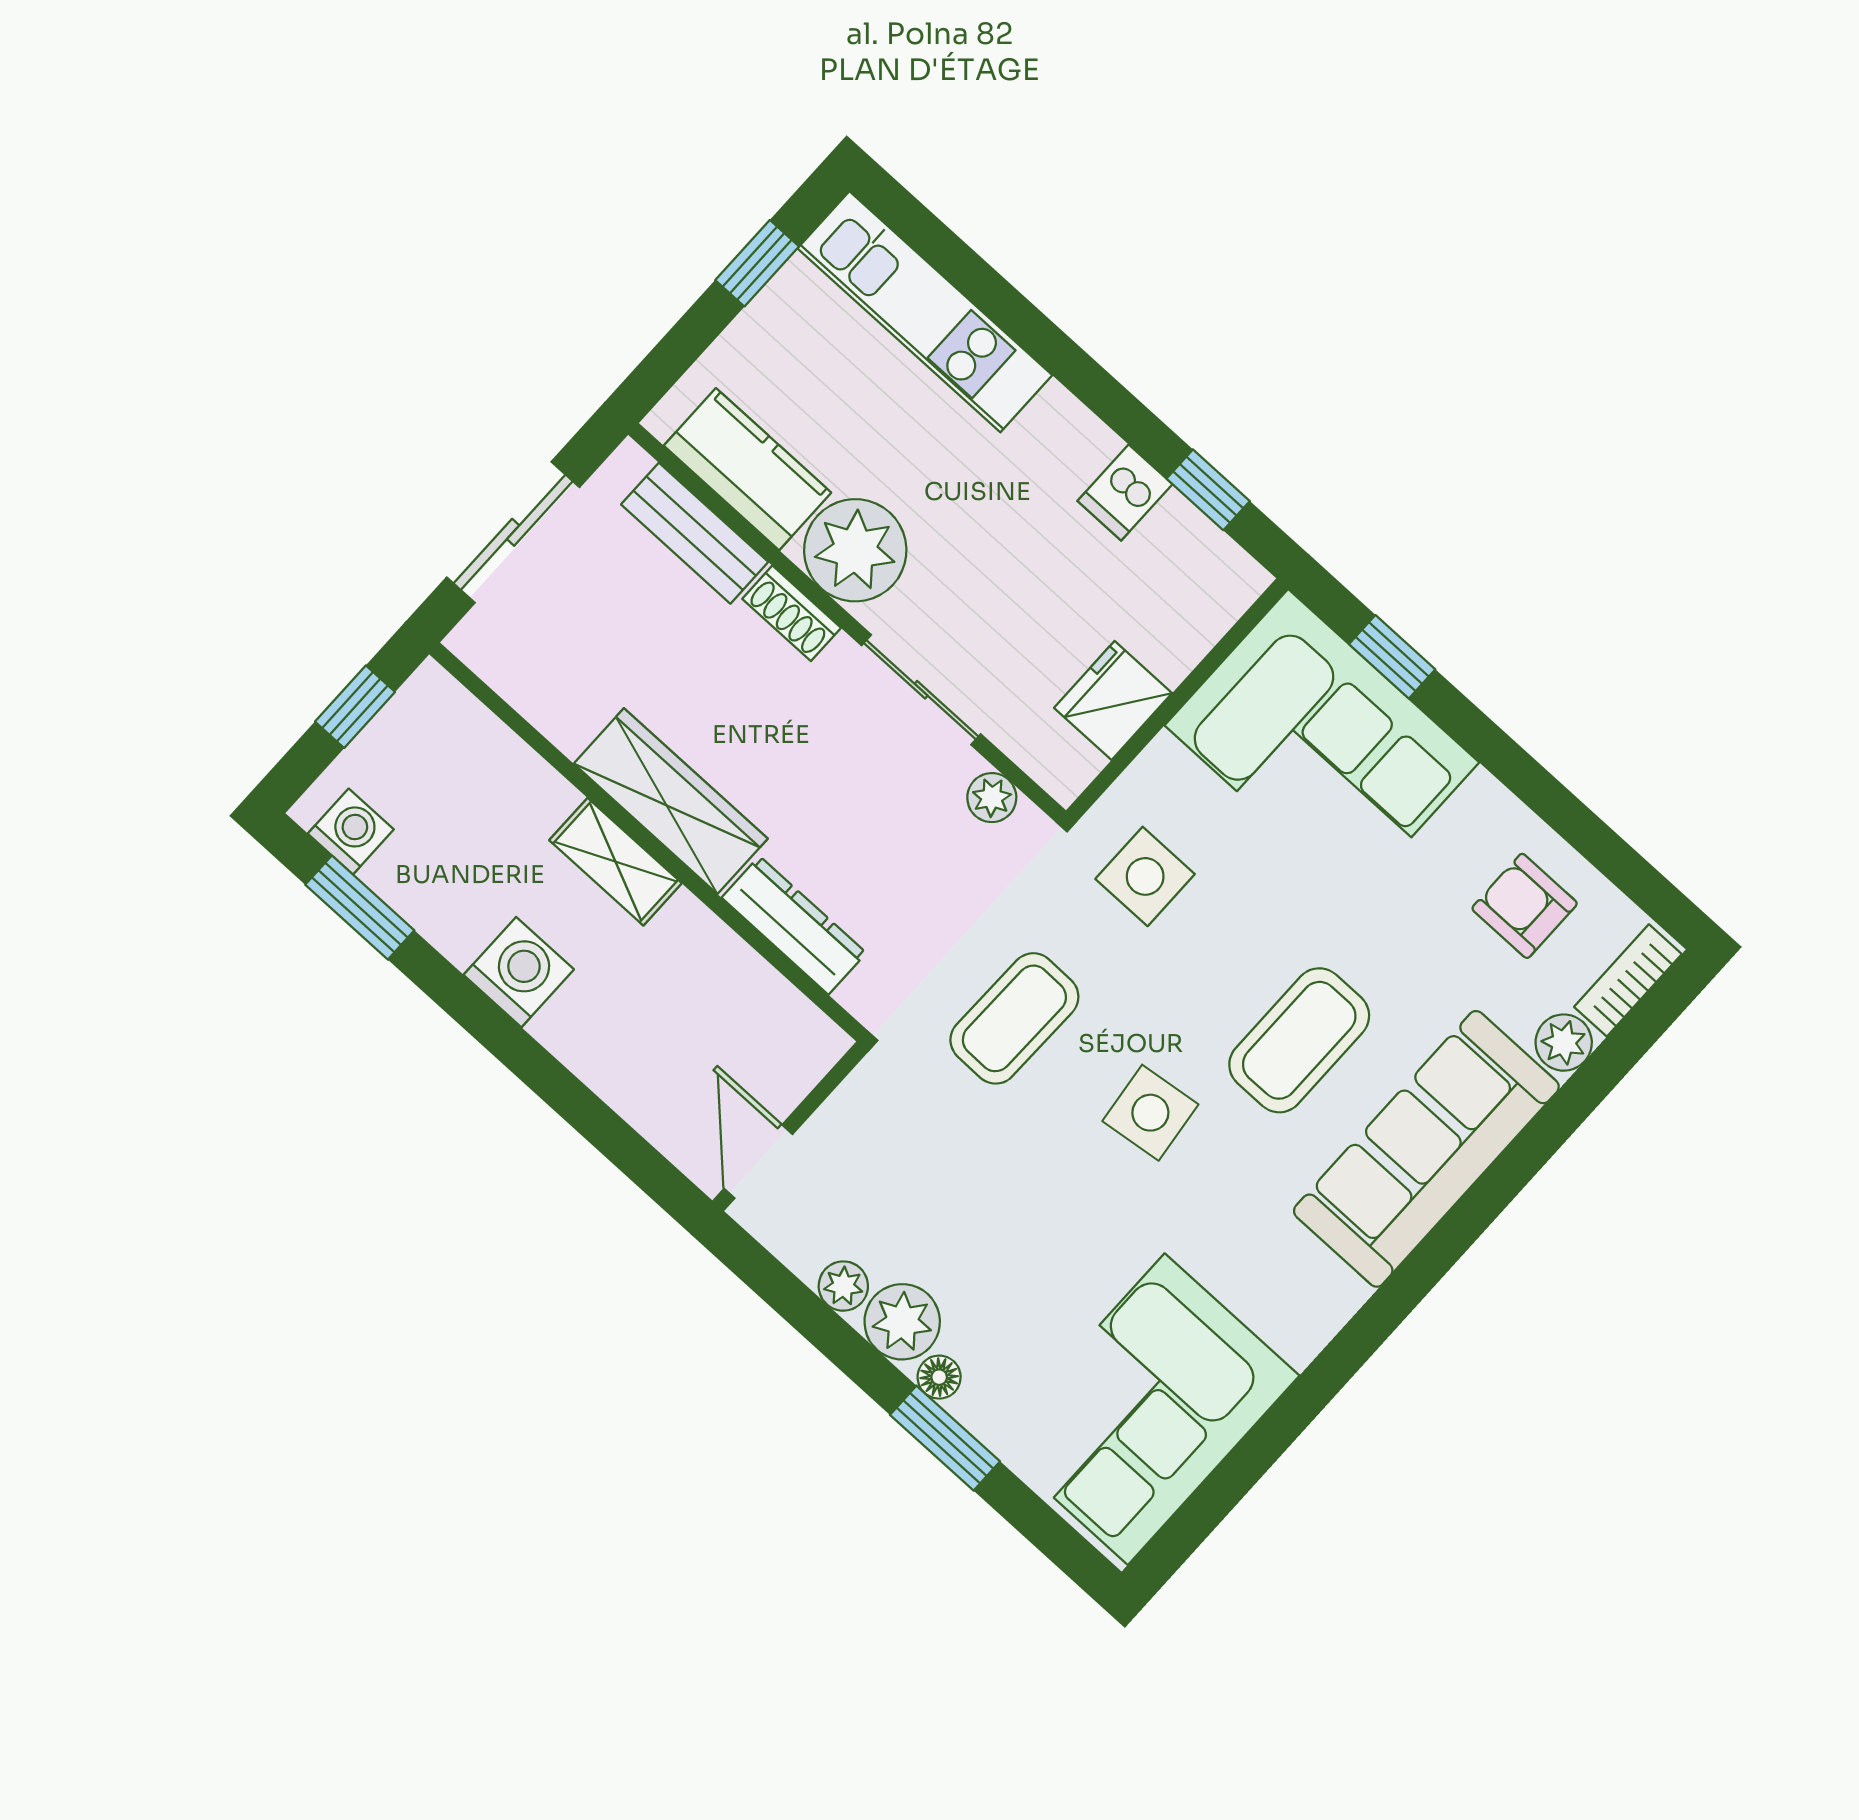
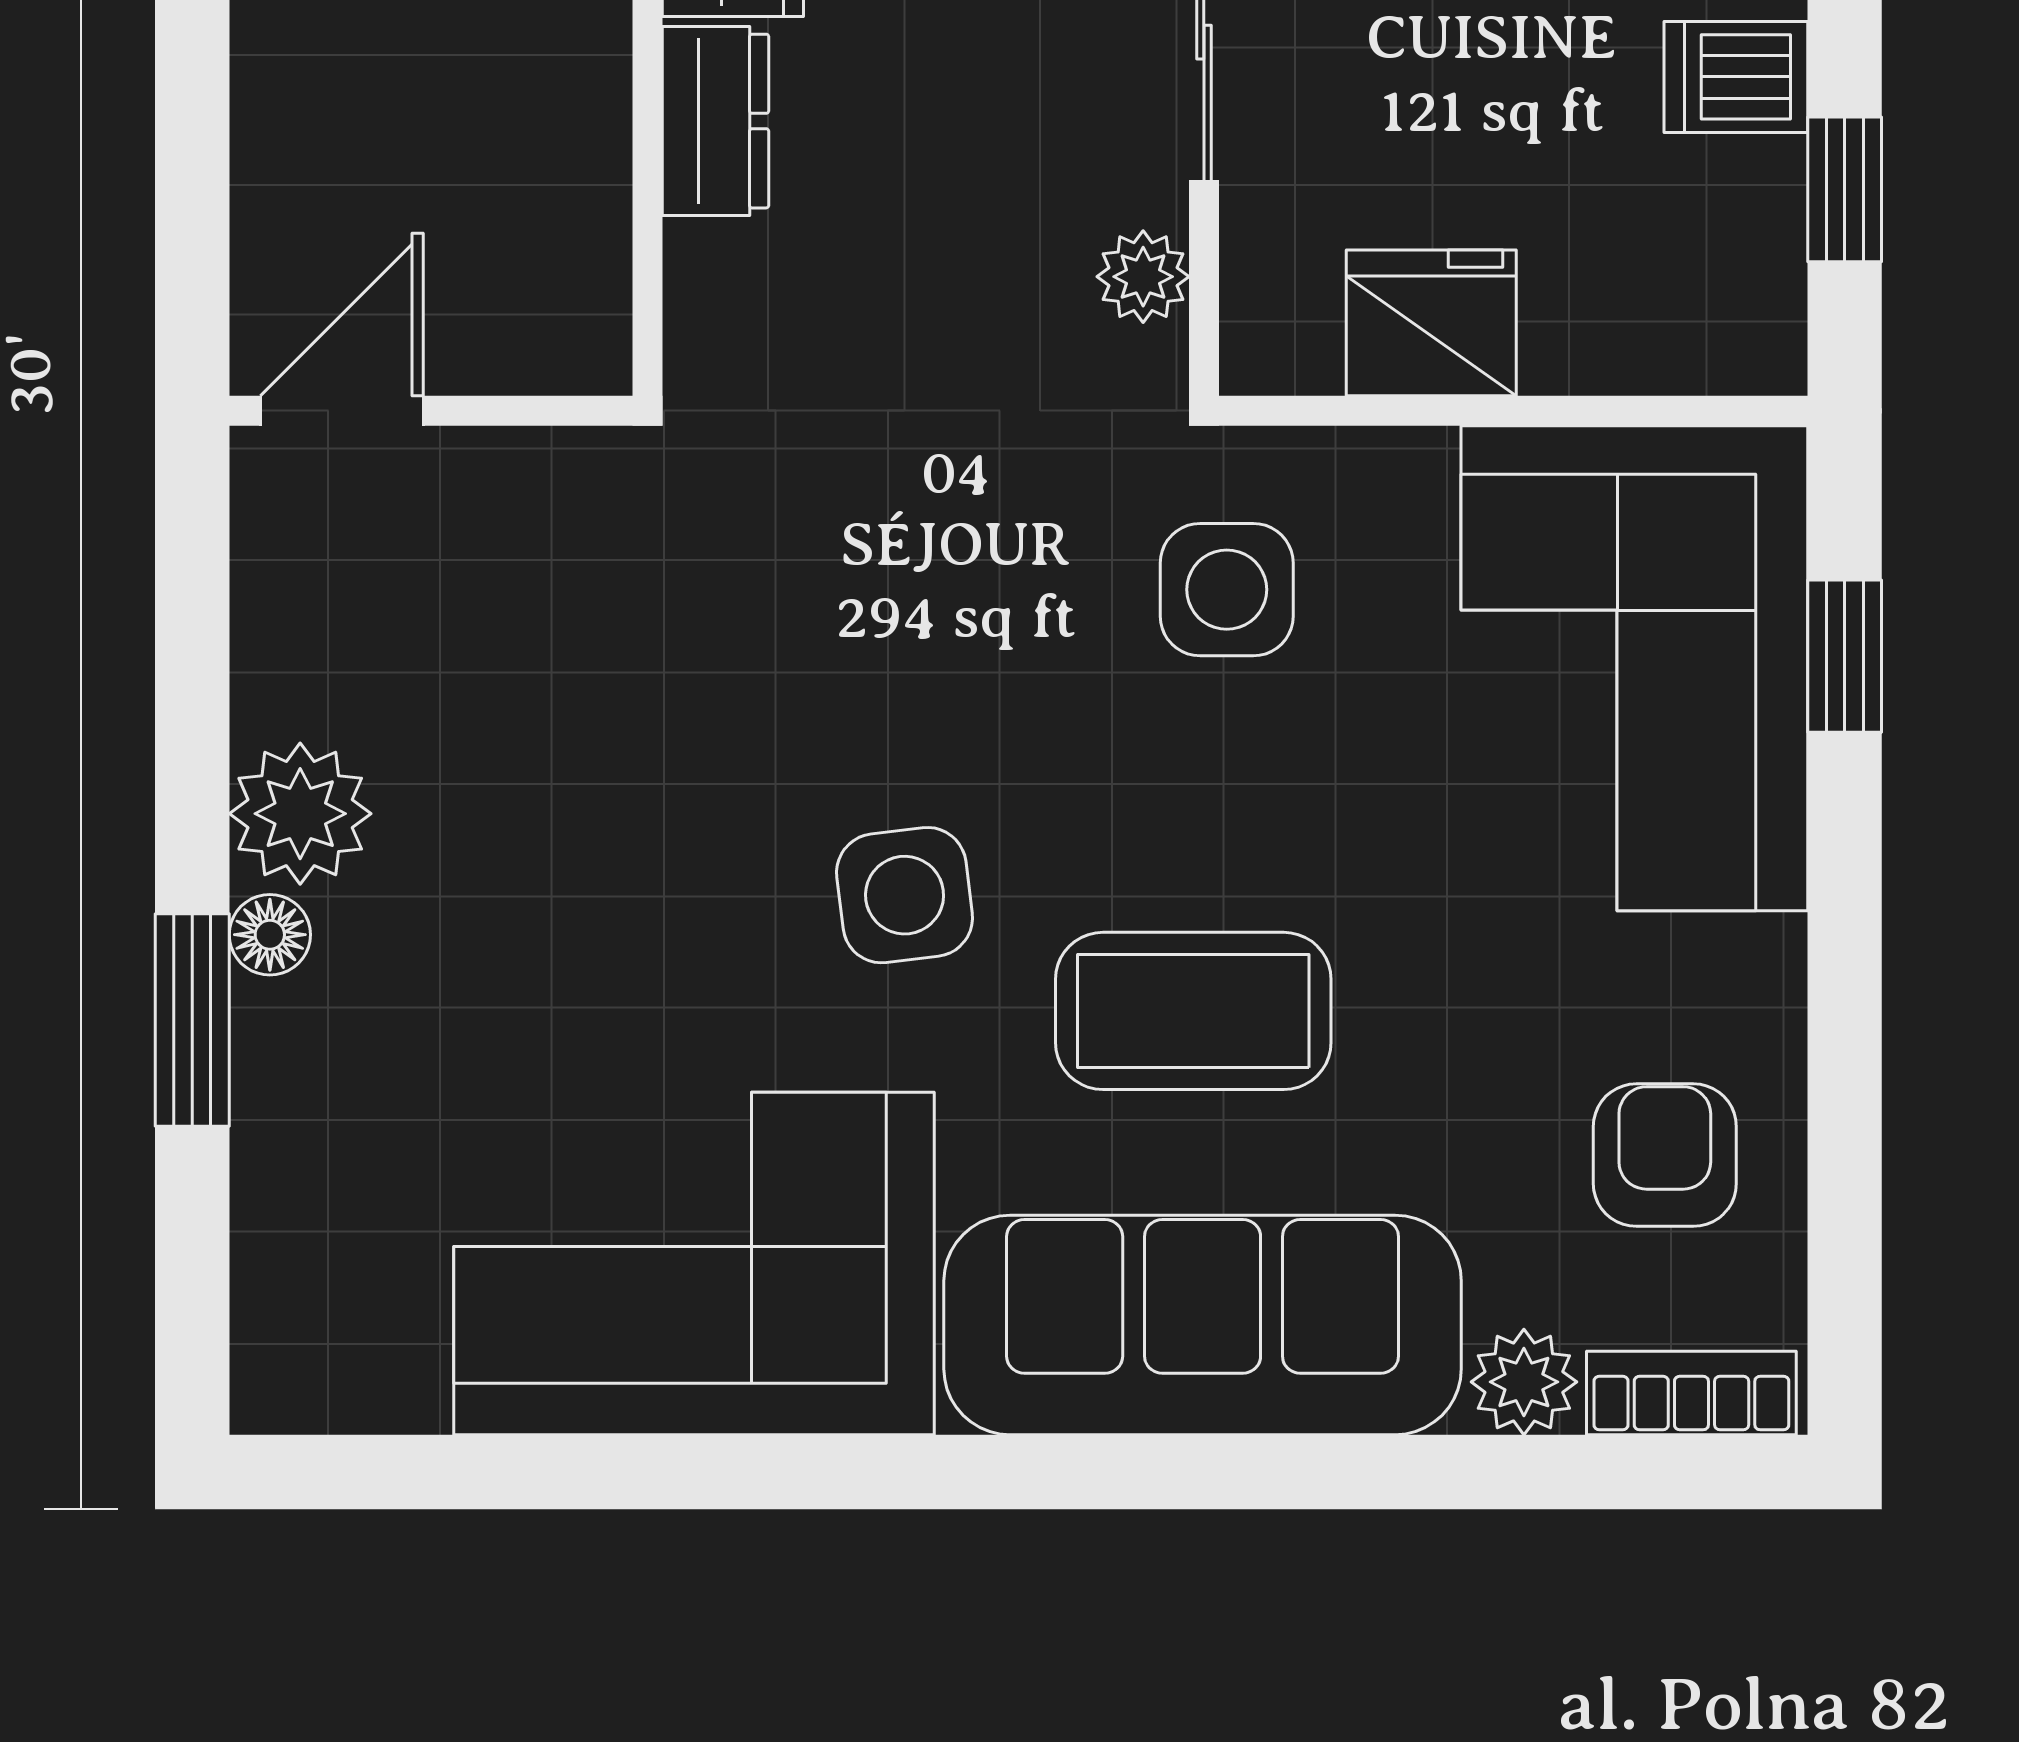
dresser: (794, 925) -> (715, 121), width x0.70
coffee table: (1014, 1018) -> (864, 587), removed
plant: (843, 1286) -> (276, 687), removed
corner sofa: (1146, 1409) -> (694, 1263), moved

